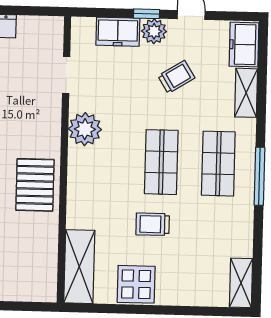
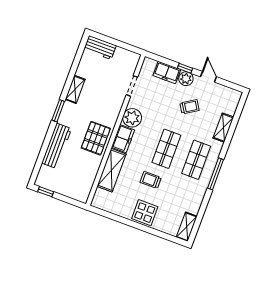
freezer: (244, 44) -> (123, 139), moved, turned 180
shelving: (79, 267) -> (111, 170), moved
display table: (136, 284) -> (145, 213), moved

